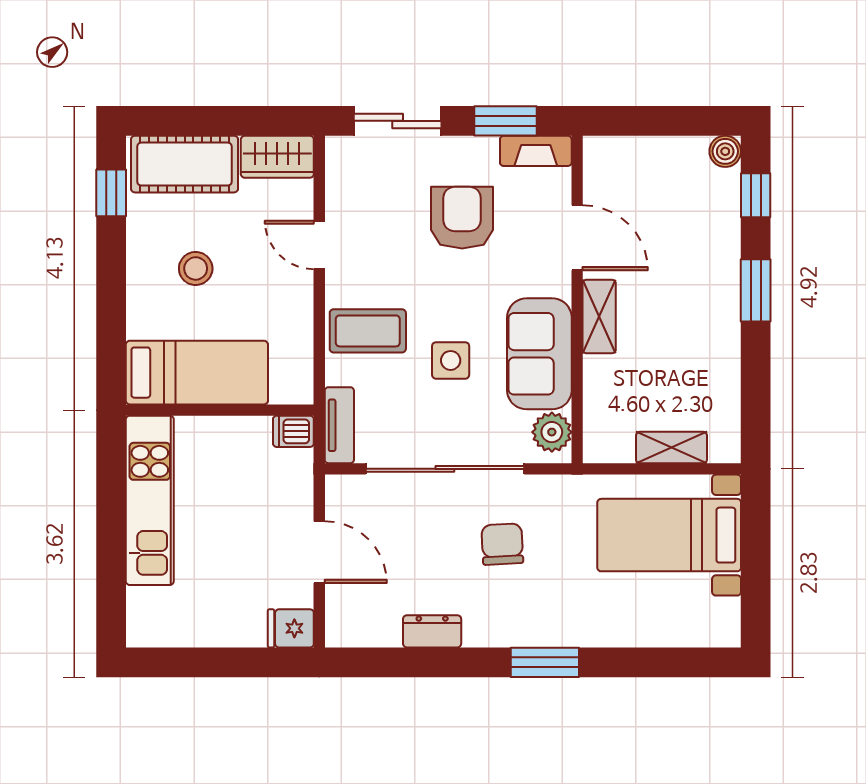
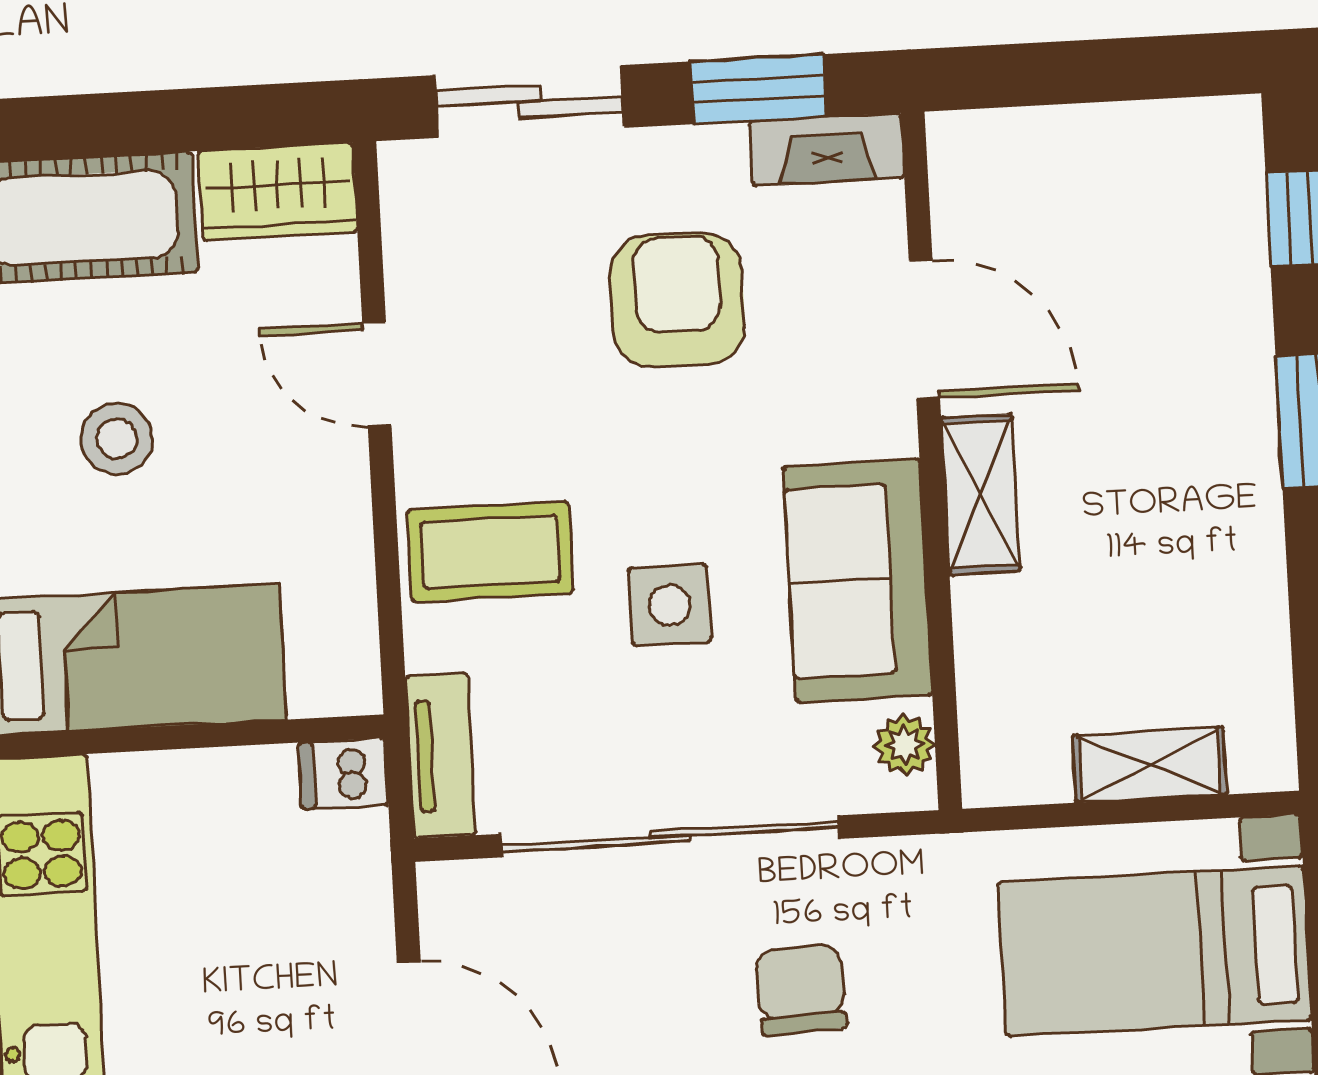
boiler: (725, 151) -> (1230, 129), removed
plant: (552, 432) -> (905, 745), width x0.73, depth x0.73

